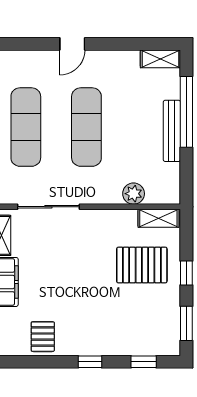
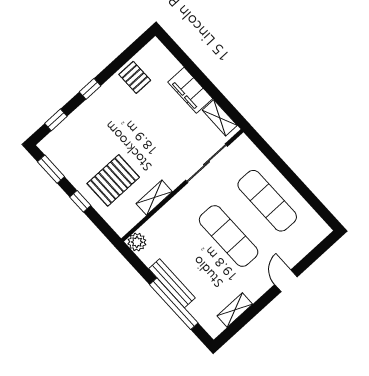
shelving: (160, 59) -> (235, 310), moved
plant: (134, 194) -> (137, 242), moved
shelving: (158, 218) -> (154, 198), moved

